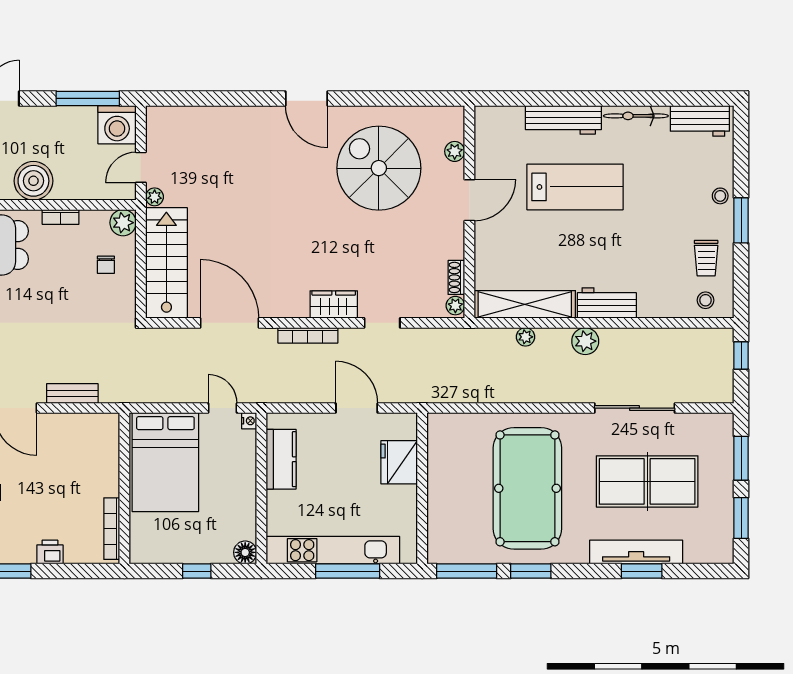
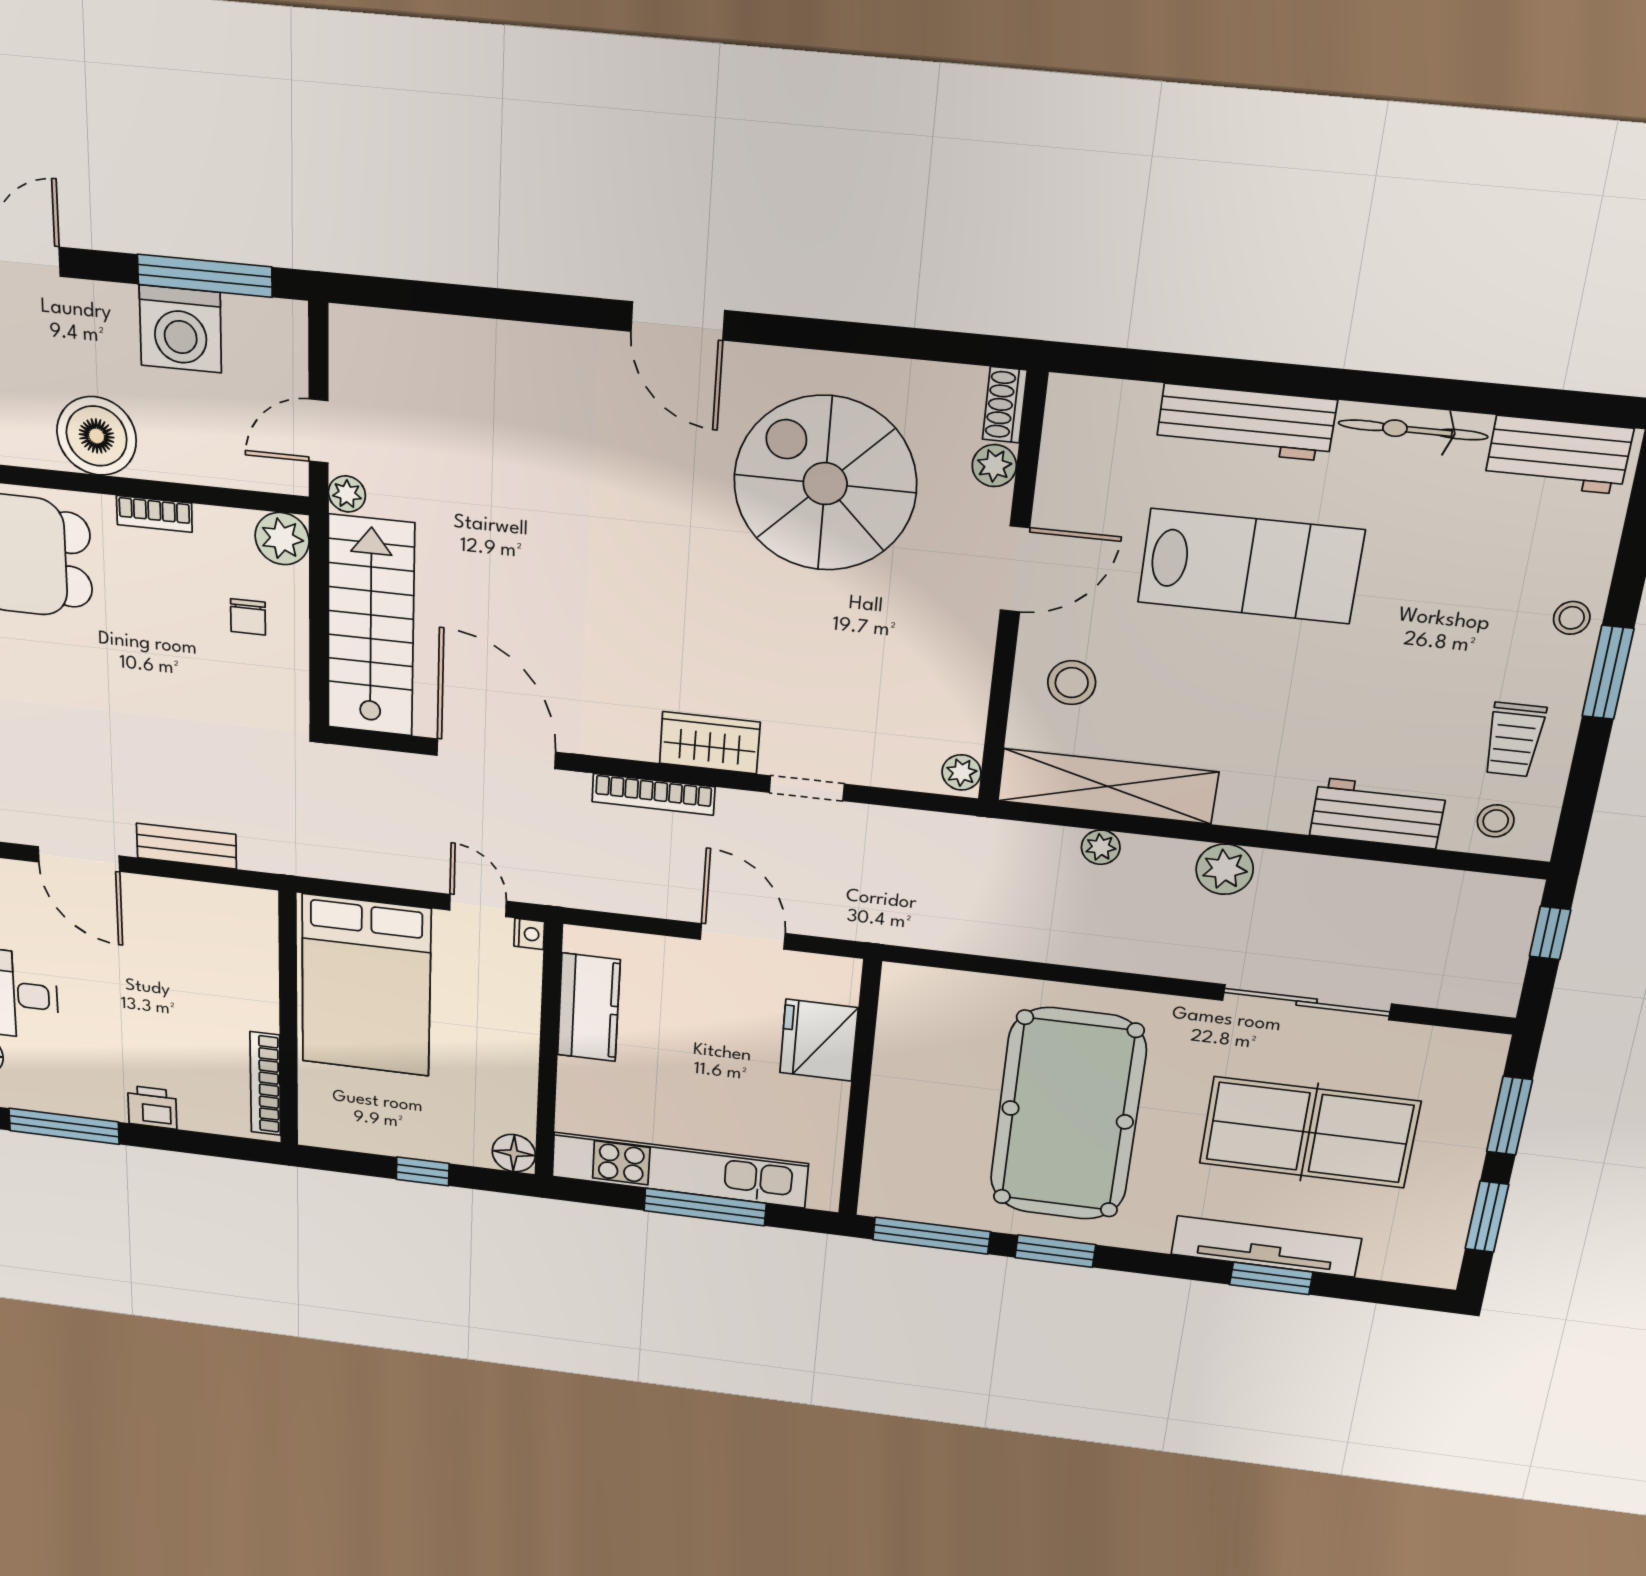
washing machine: (117, 125) -> (180, 329), moved
stool: (502, 253) -> (1072, 683), added
shoe rack: (456, 277) -> (1005, 405), moved
workbench: (607, 303) -> (1378, 813), moved

